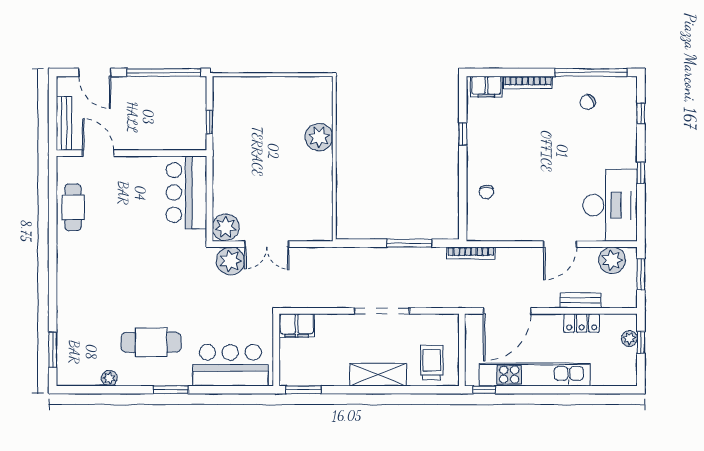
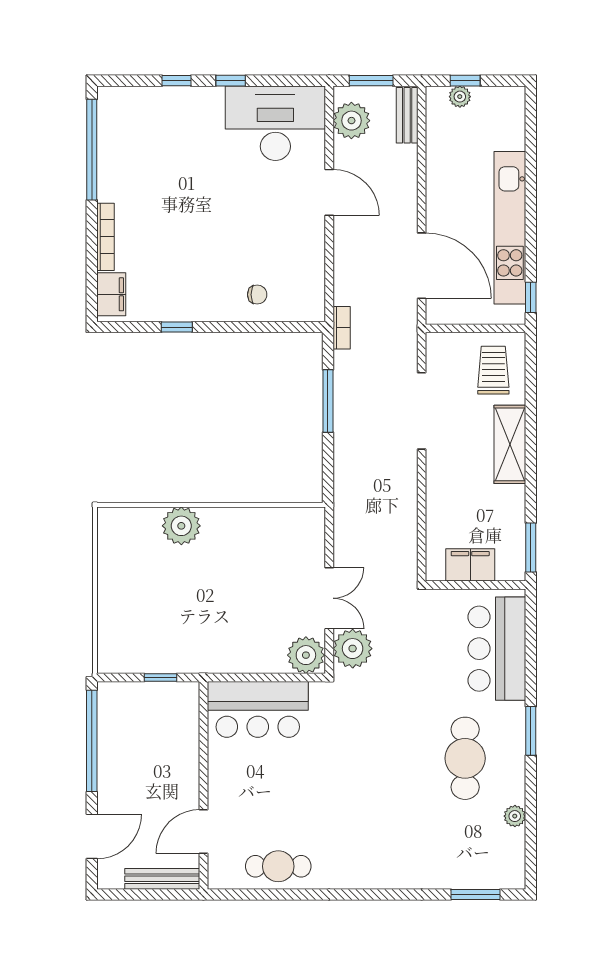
chair: (588, 102) -> (133, 154), removed
window: (641, 113) -> (176, 81), moved
bookcase: (471, 253) -> (342, 328), width x0.64
bench: (581, 300) -> (407, 115), moved
doorway: (382, 311) -> (422, 411), moved
locker: (582, 323) -> (438, 163), removed
filing cabinet: (297, 325) -> (470, 565), moved, turned -90
trolley: (432, 363) -> (493, 370), turned 90

